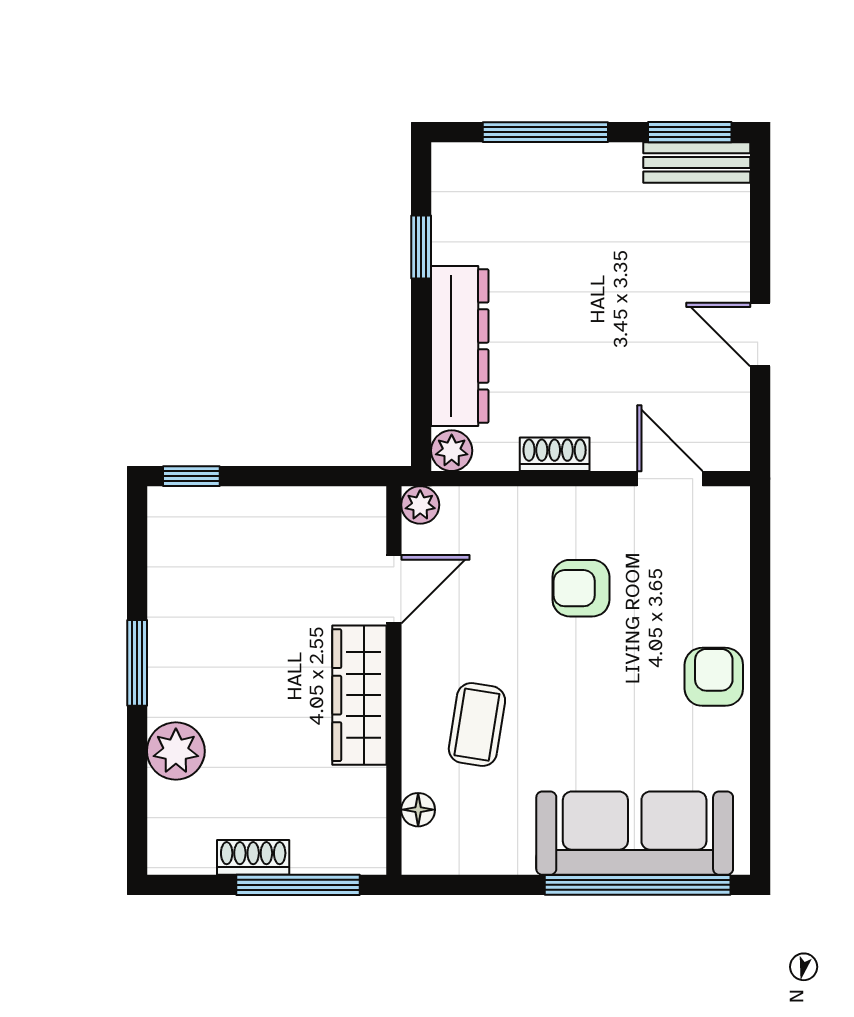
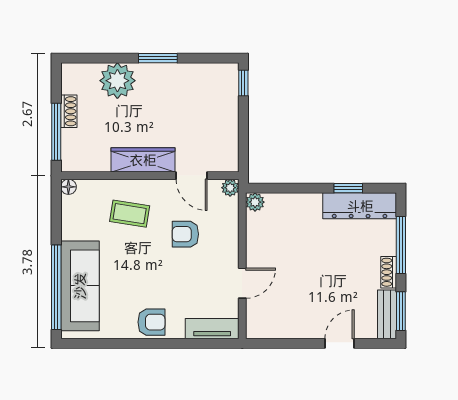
door: (760, 334) -> (340, 343), moved
dresser: (460, 346) -> (360, 206), moved
shoe rack: (555, 454) -> (389, 272), moved, turned 180
door: (670, 479) -> (242, 283), moved
tv unit: (728, 544) -> (212, 329), added
armchair: (581, 588) -> (185, 234), moved, turned -90
plant: (176, 751) -> (117, 81), width x1.36, depth x1.36
floor lamp: (418, 810) -> (68, 187), moved

